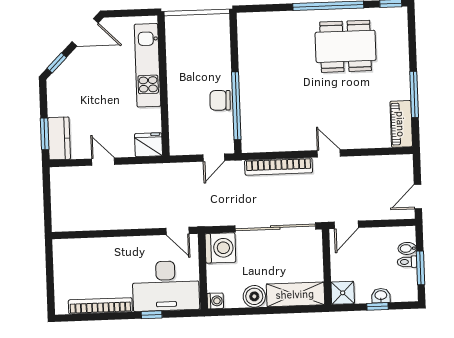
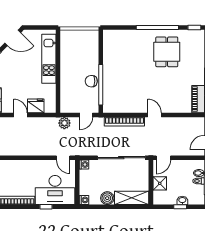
dining table: (346, 46) -> (167, 52), width x0.73
fridge: (149, 145) -> (36, 106), moved
plant: (178, 173) -> (64, 123), added
washing machine: (220, 248) -> (84, 164), width x0.53, depth x0.53
shower: (343, 293) -> (160, 183), moved

